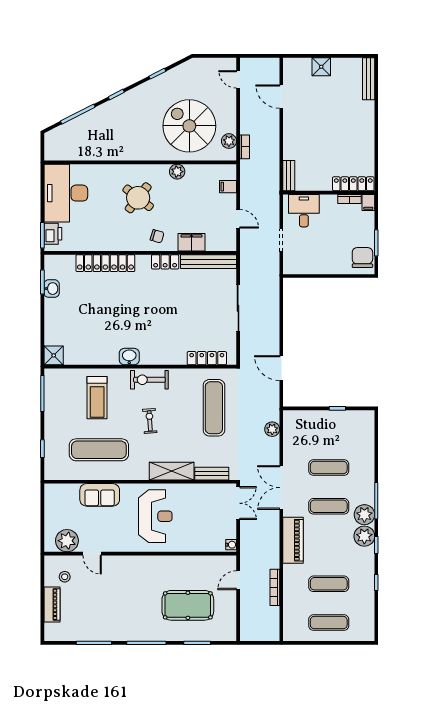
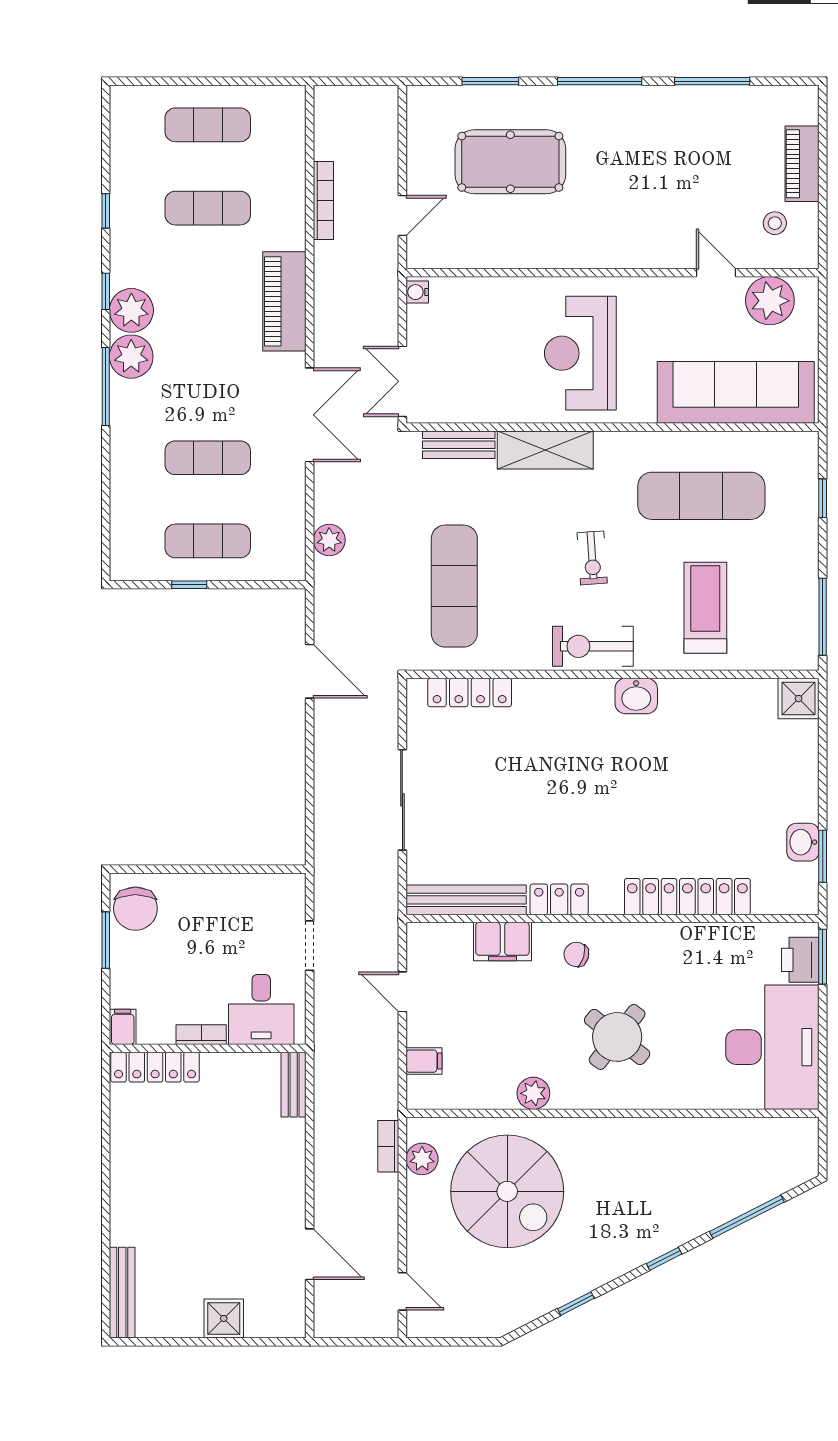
bookcase: (349, 199) -> (201, 1035), moved
exercise bike: (149, 380) -> (593, 646), turned 180
sofa: (100, 495) -> (736, 392), width x1.85, depth x1.27
exercise mat: (329, 506) -> (208, 541), moved

